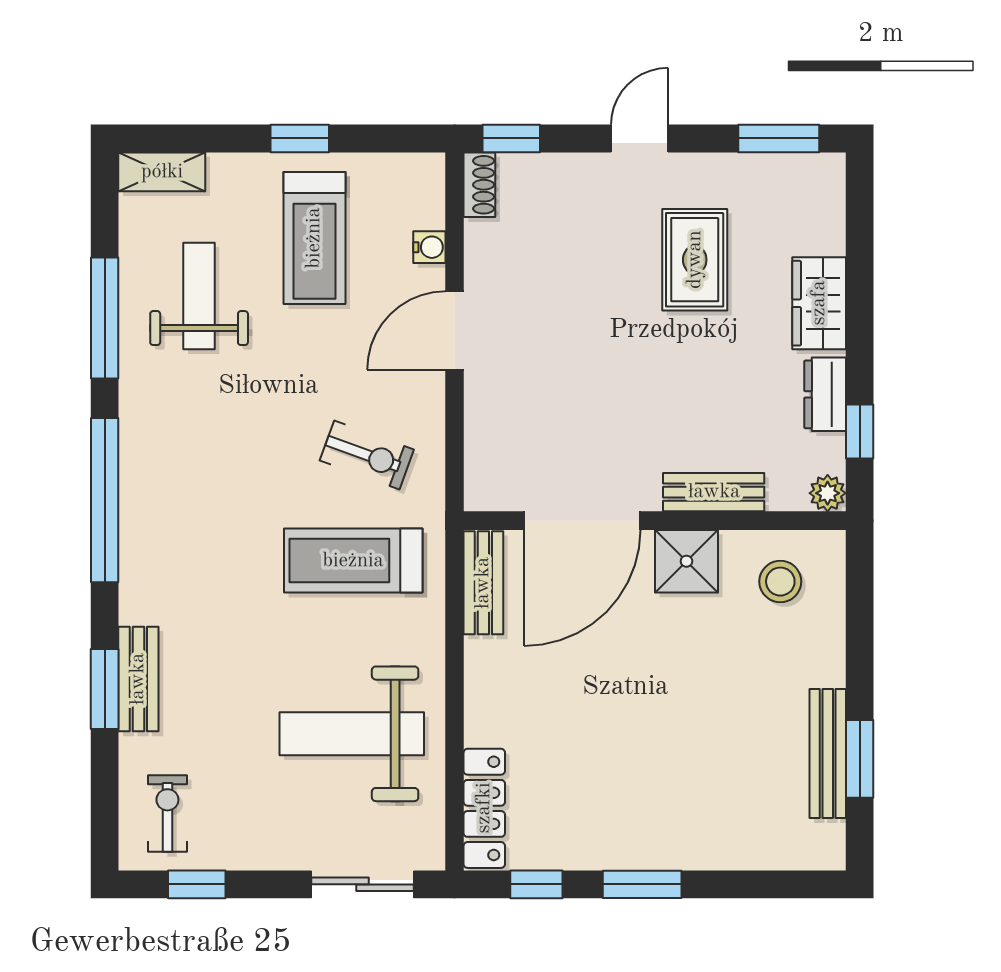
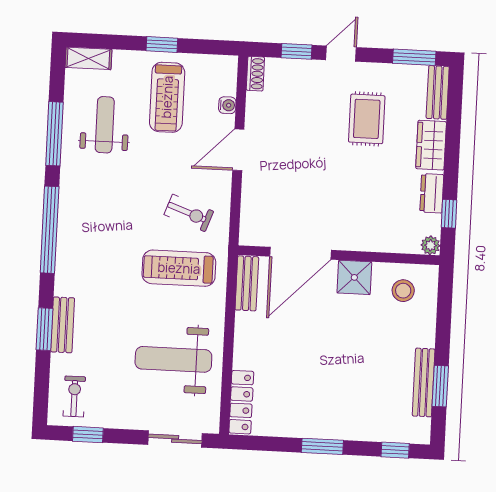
window: (511, 138) -> (297, 51), moved
bench: (714, 492) -> (438, 92), moved, turned 90
window: (536, 884) -> (395, 450), moved

